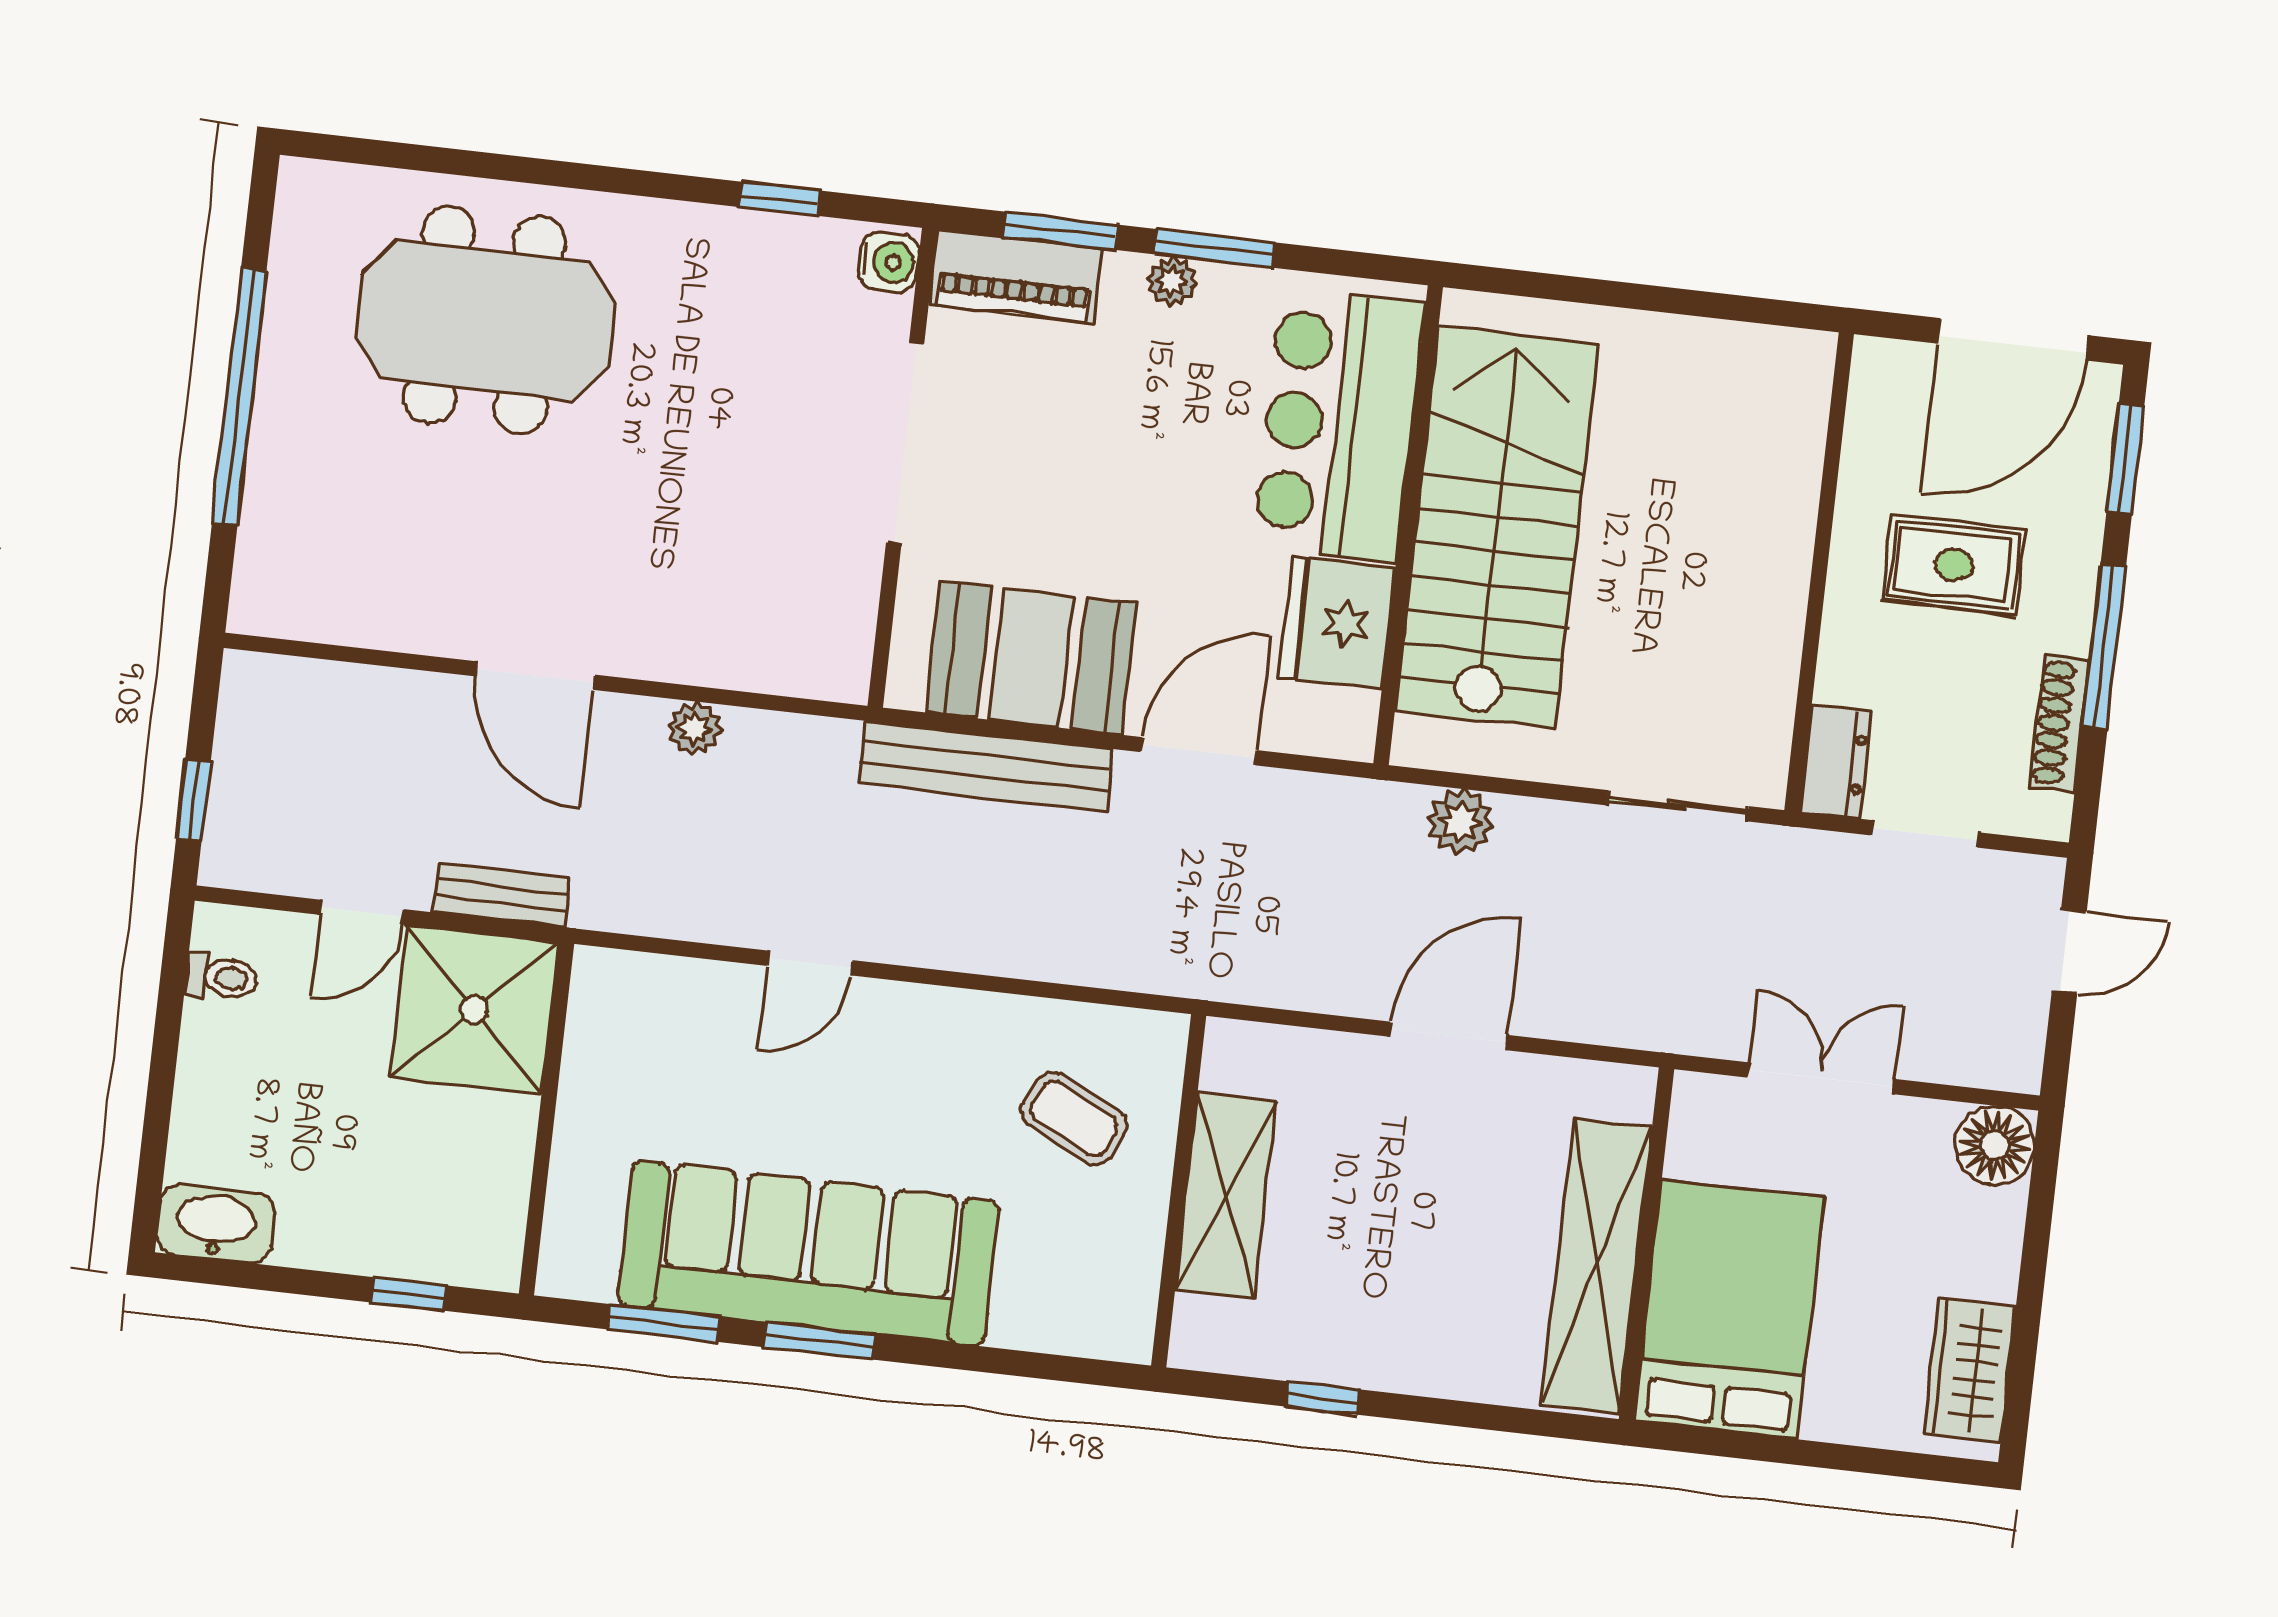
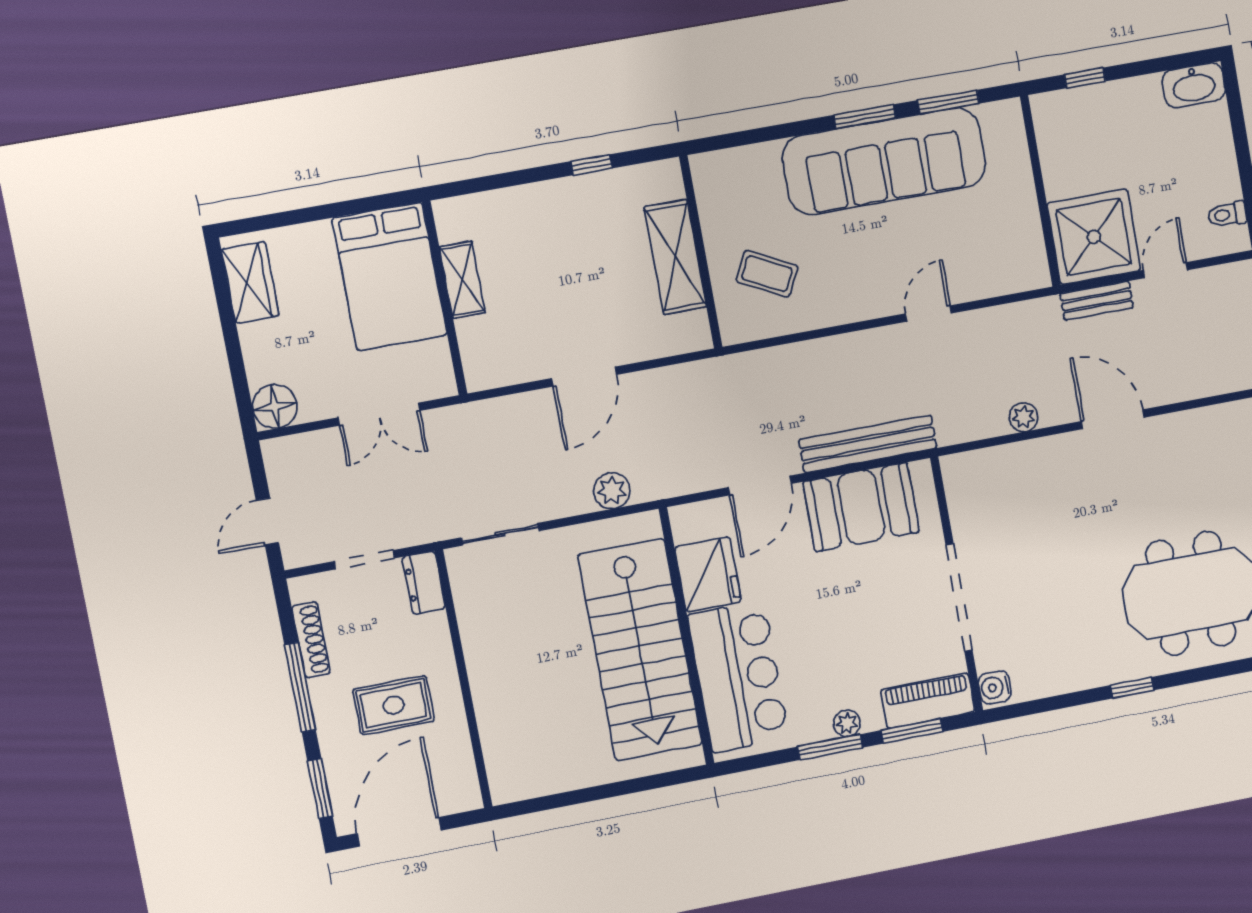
window: (780, 199) -> (1132, 688), moved
shelving: (1597, 1266) -> (462, 280), width x0.45, depth x0.75

